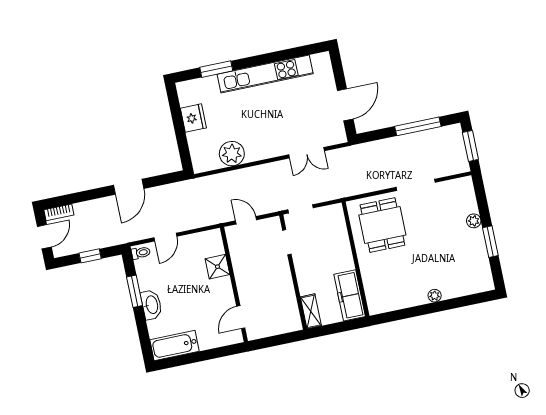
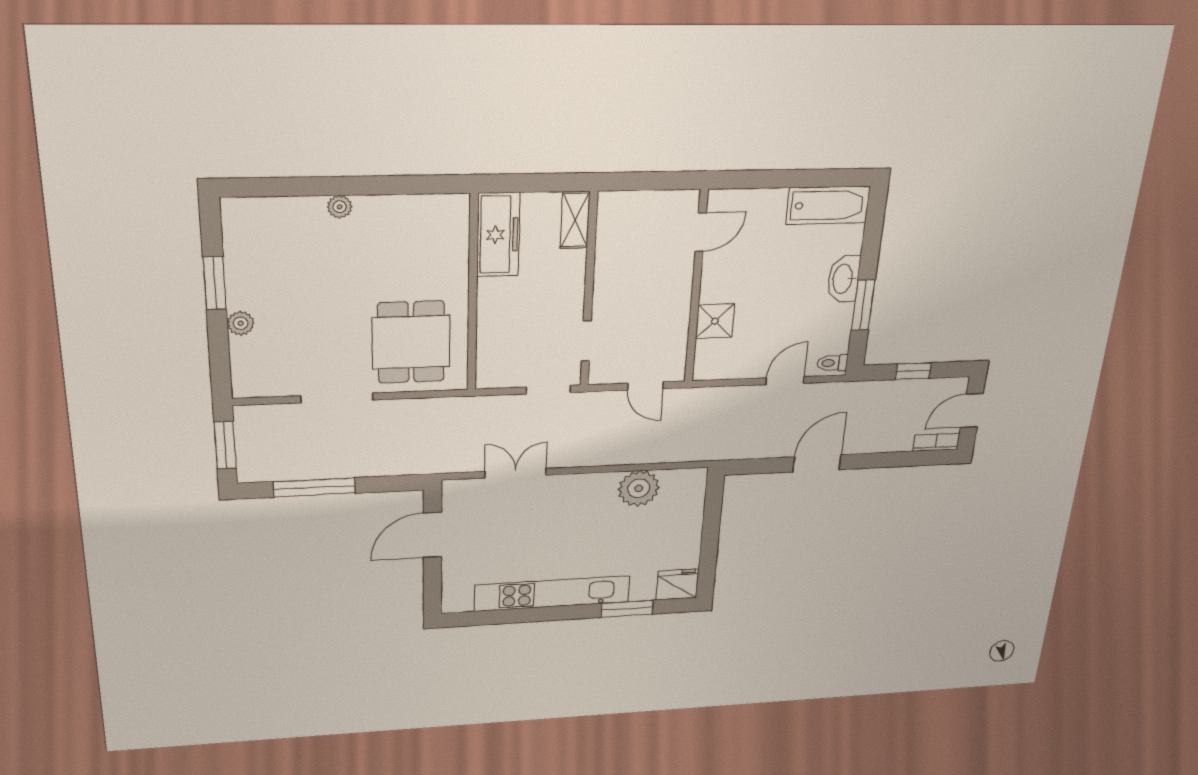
fridge: (193, 118) -> (677, 585), moved, turned 90

